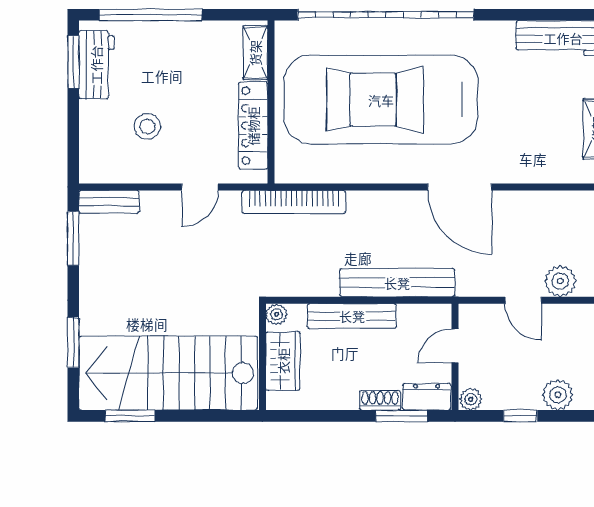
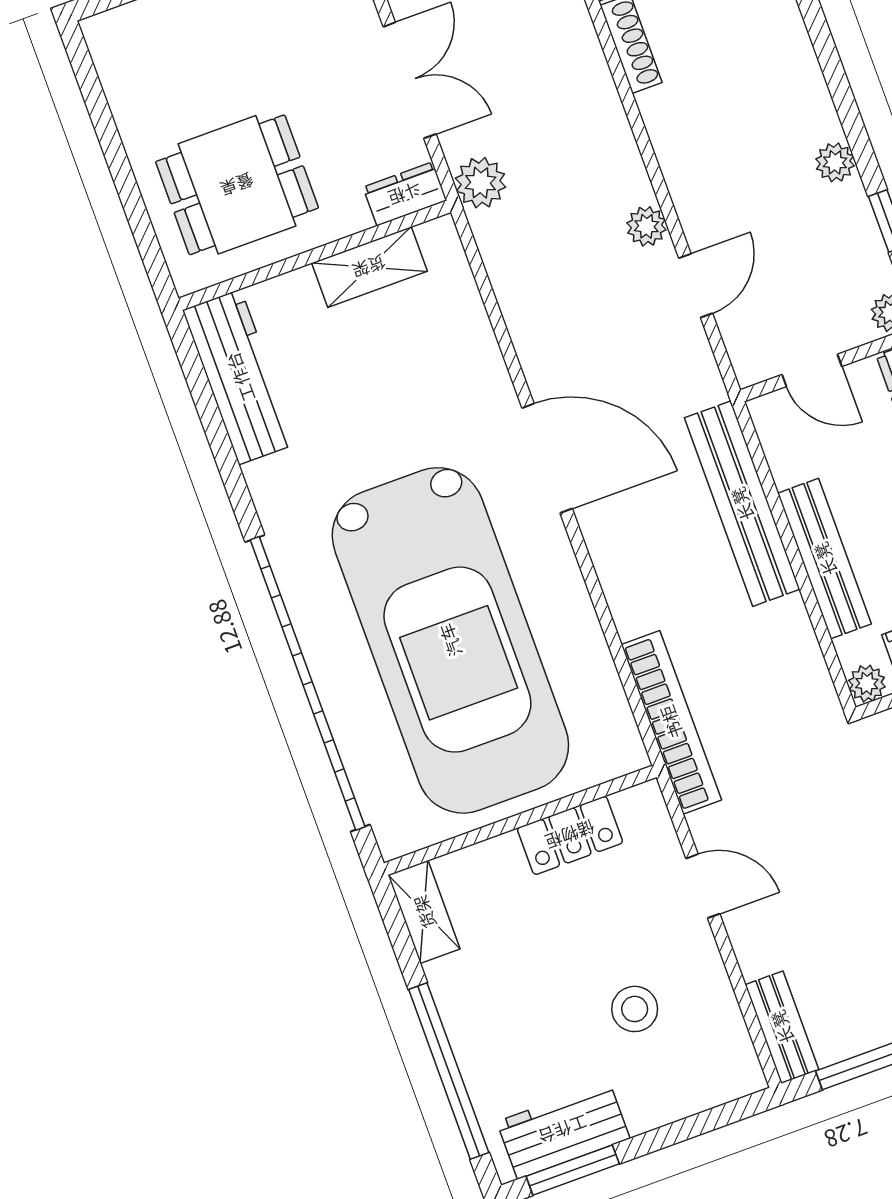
shelving: (255, 53) -> (424, 912), moved, turned 90
locker: (253, 126) -> (570, 835), width x0.66
door: (460, 187) -> (547, 458), hinge flipped
plant: (560, 281) -> (646, 226), width x0.73, depth x0.73
plant: (558, 395) -> (835, 162), width x0.73, depth x0.73

